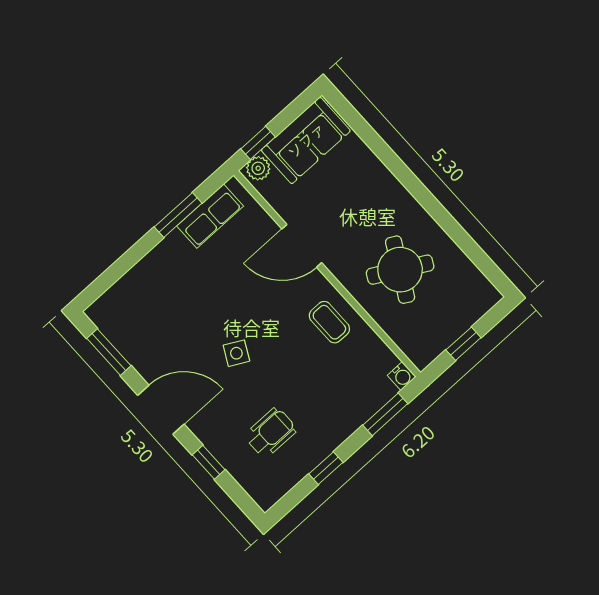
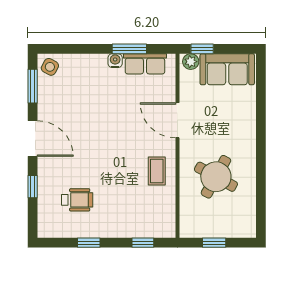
side table: (236, 353) -> (50, 67), moved
water cooler: (402, 376) -> (115, 61), moved, turned 180
window: (385, 414) -> (143, 243), width x0.67

